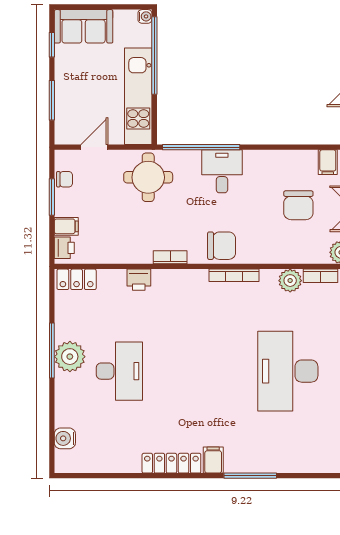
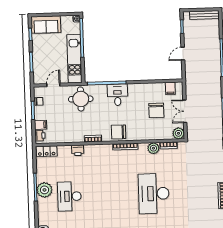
chair: (222, 246) -> (119, 132), turned 180
desk: (119, 371) -> (69, 196), turned 180

